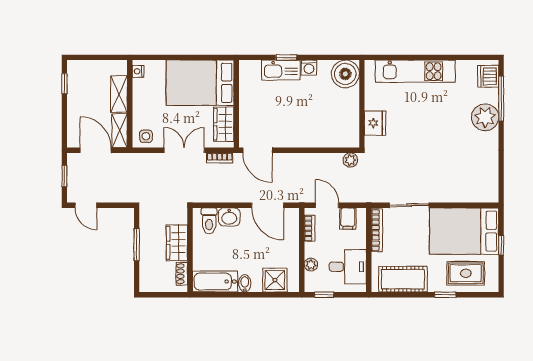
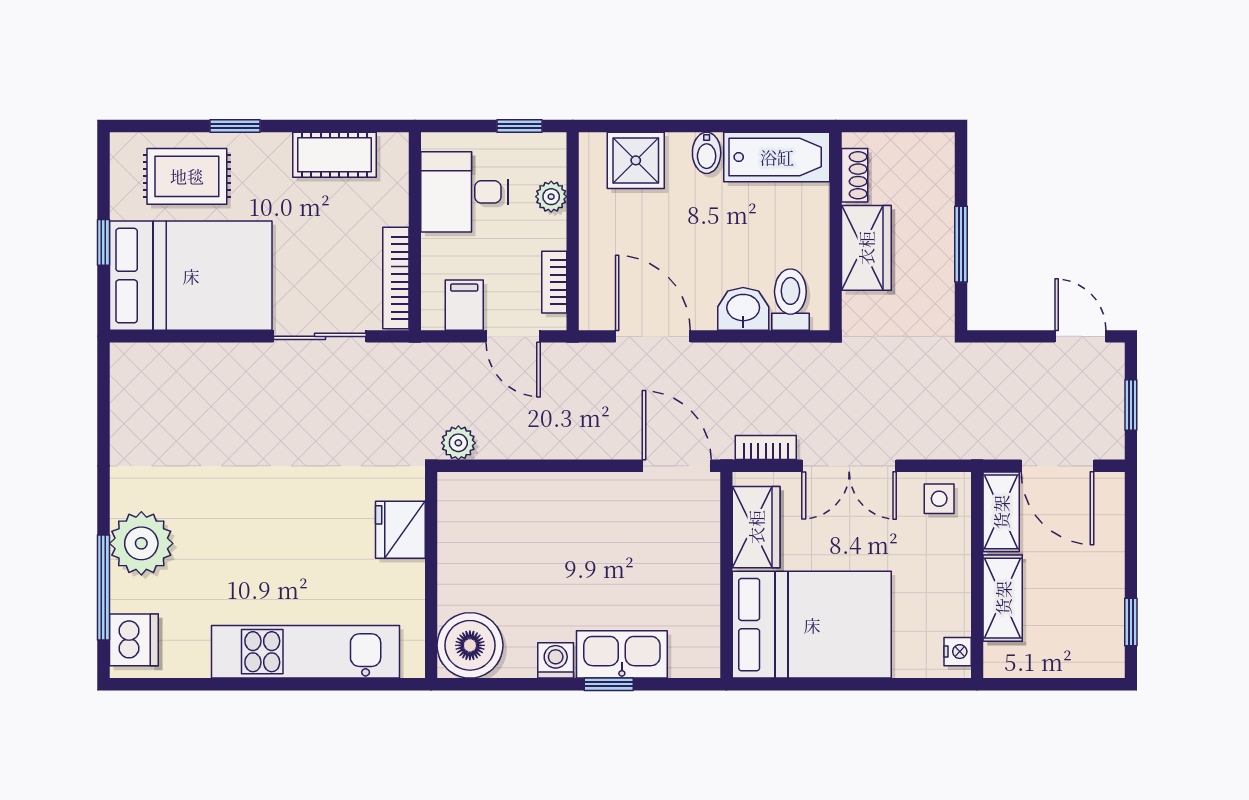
cot: (403, 279) -> (335, 155), width x0.73, depth x0.75

